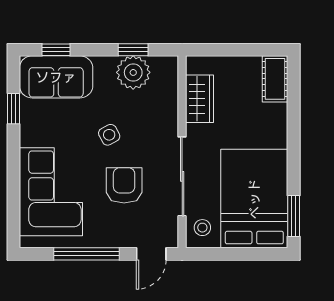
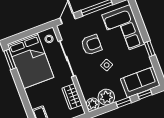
window: (133, 50) -> (124, 102), moved
plant: (165, 69) -> (93, 104), added
window: (14, 109) -> (150, 49), moved
armchair: (124, 185) -> (91, 45), turned -90

